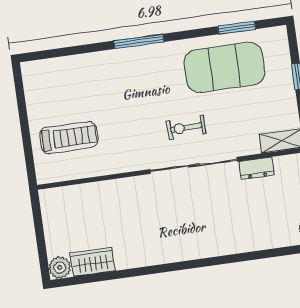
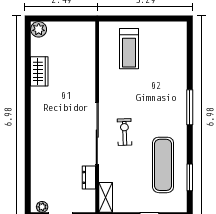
exercise mat: (225, 67) -> (163, 165), width x0.68
wardrobe: (93, 262) -> (39, 71), moved

